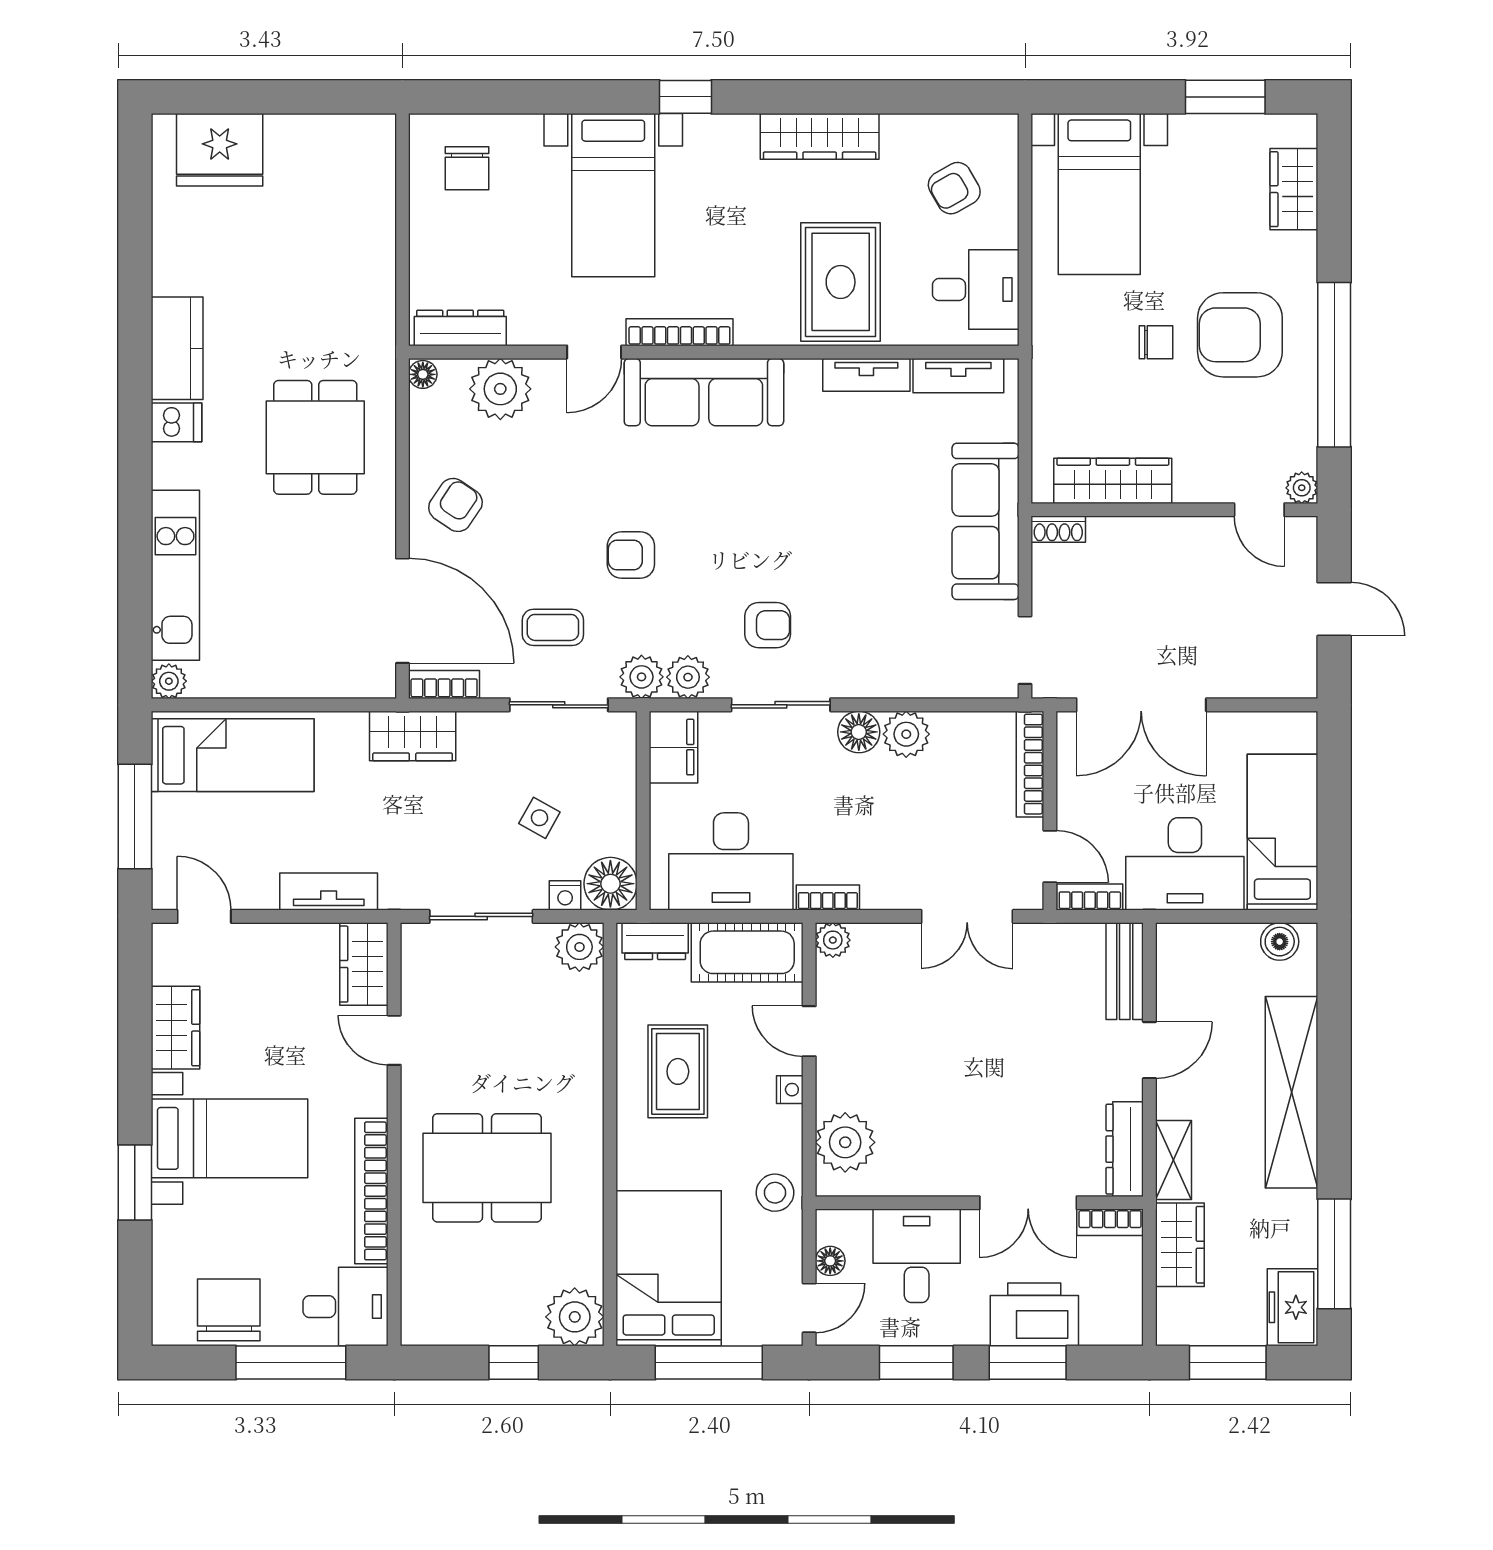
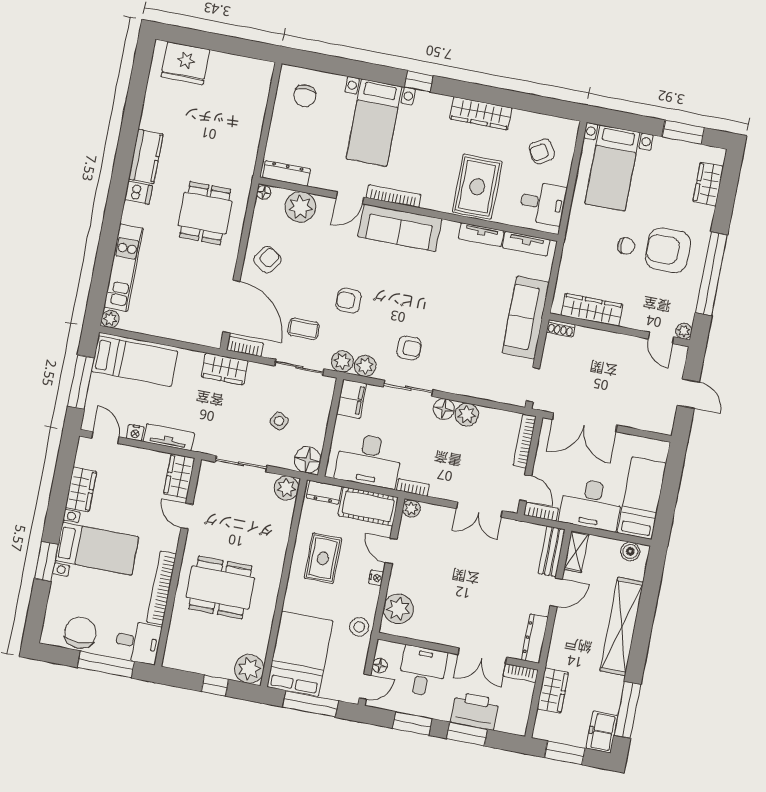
nightstand: (565, 895) -> (135, 433), moved
shelving: (1174, 1160) -> (576, 552), moved

